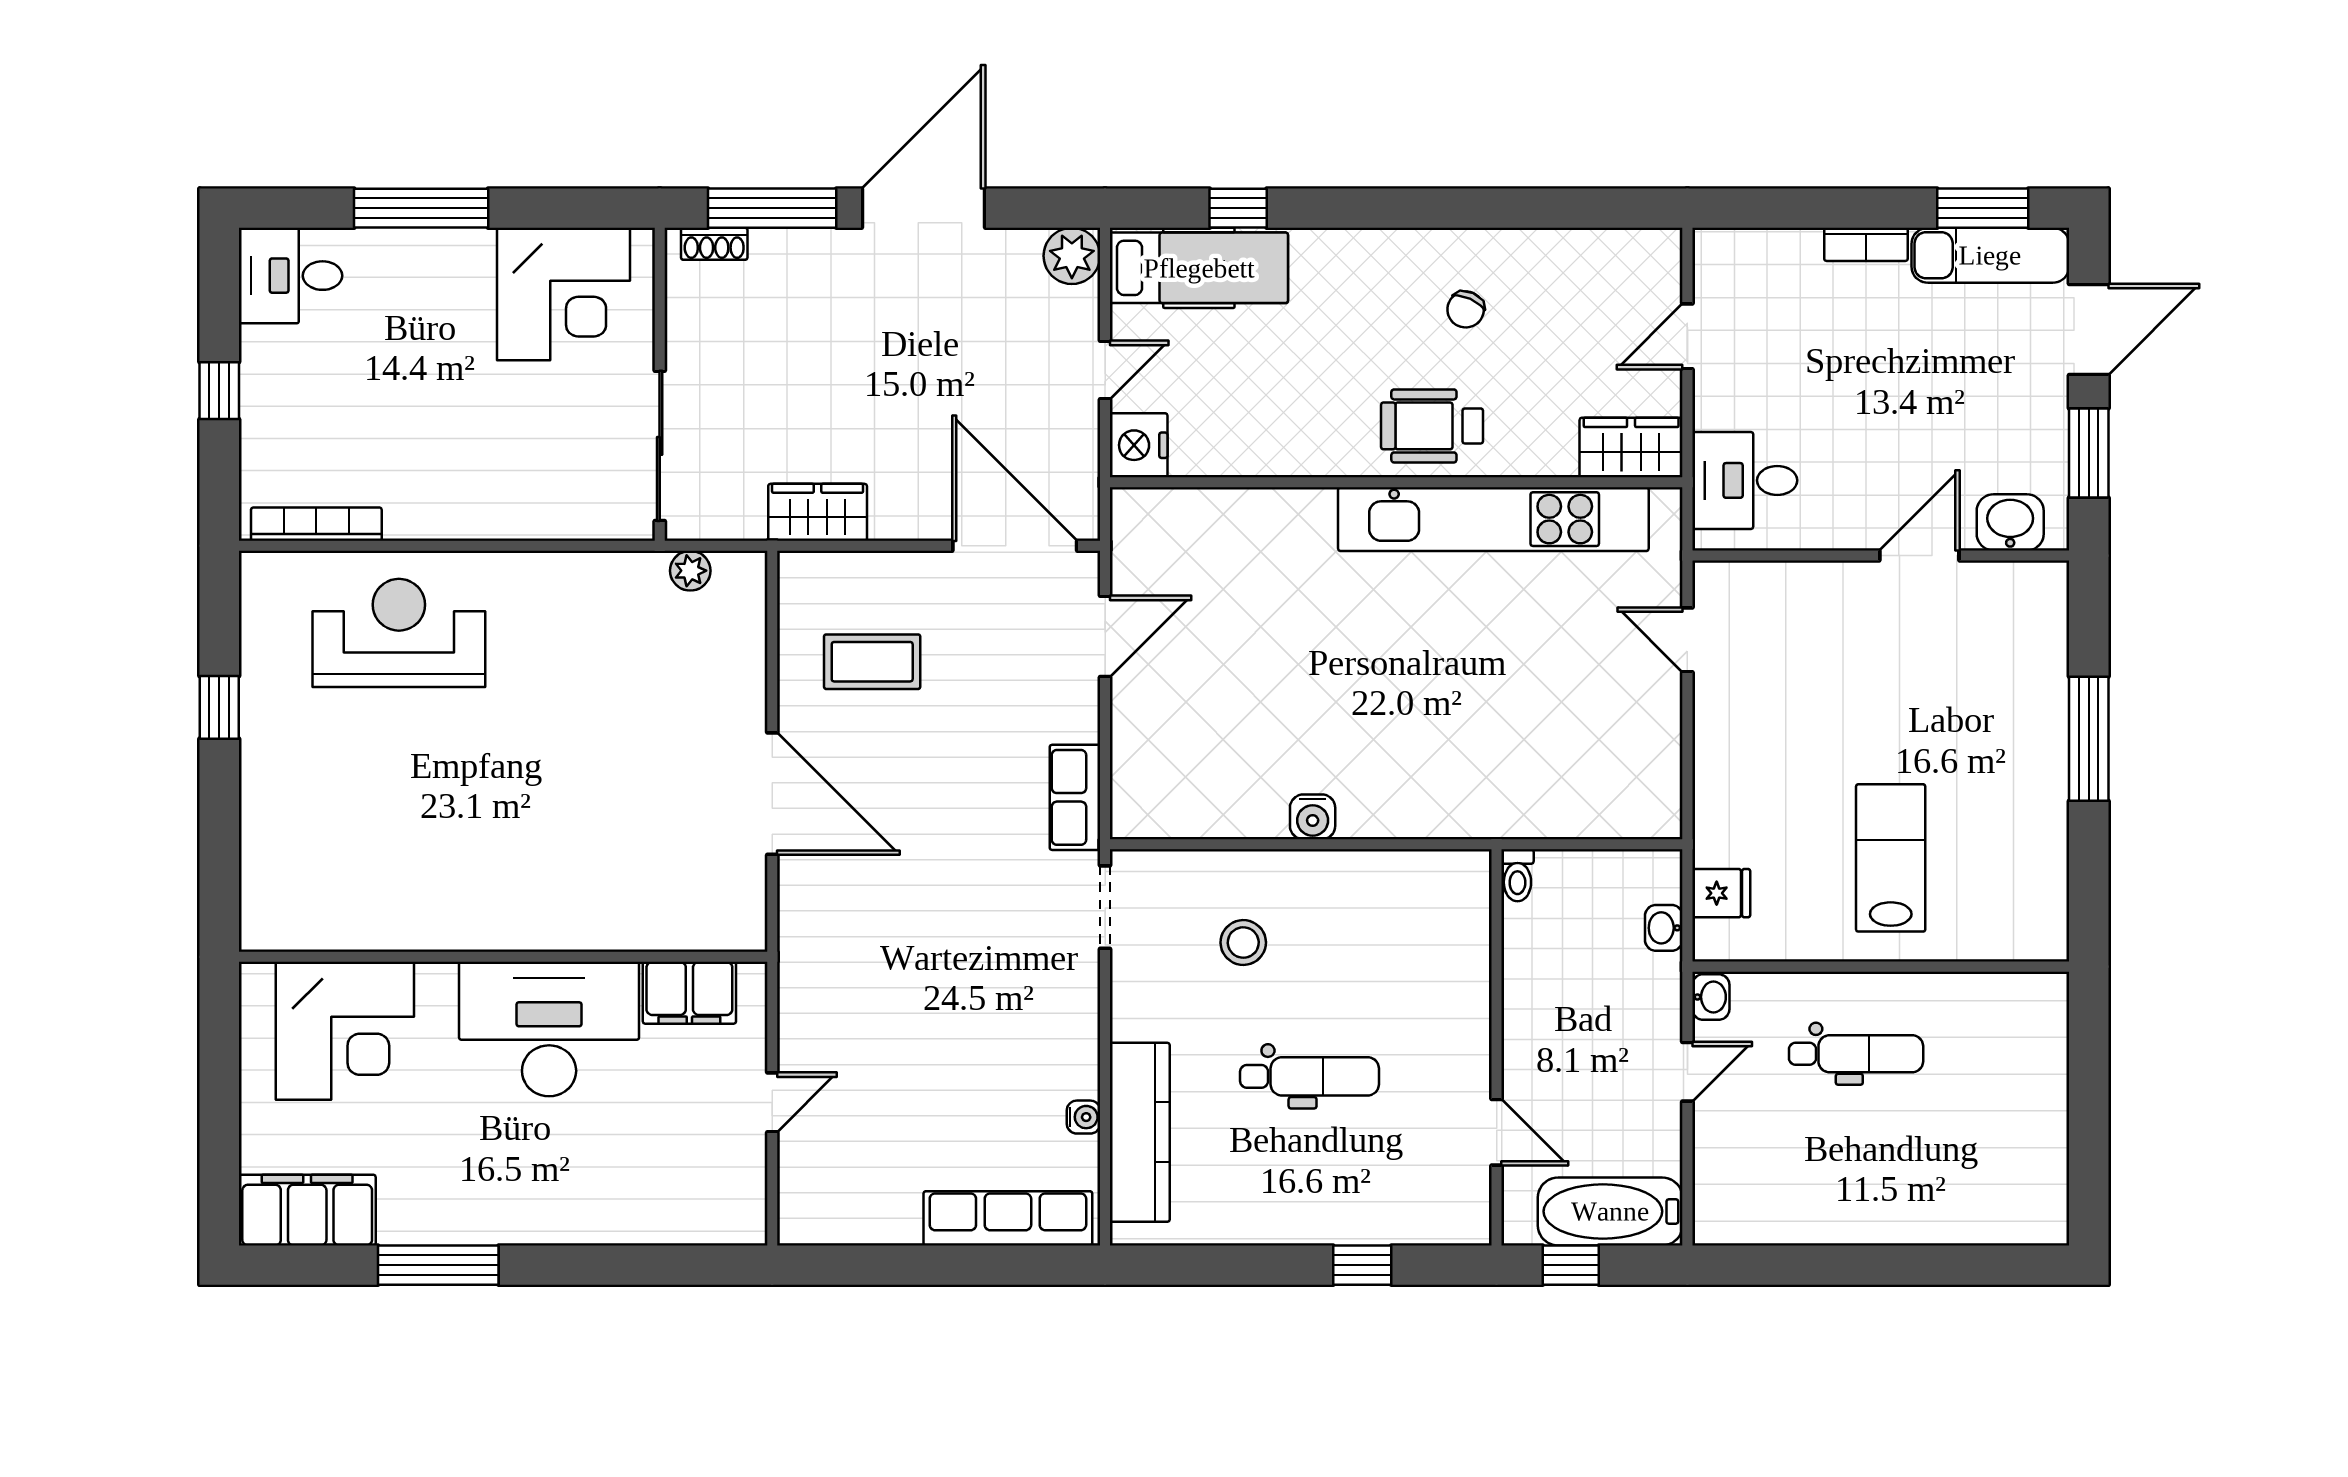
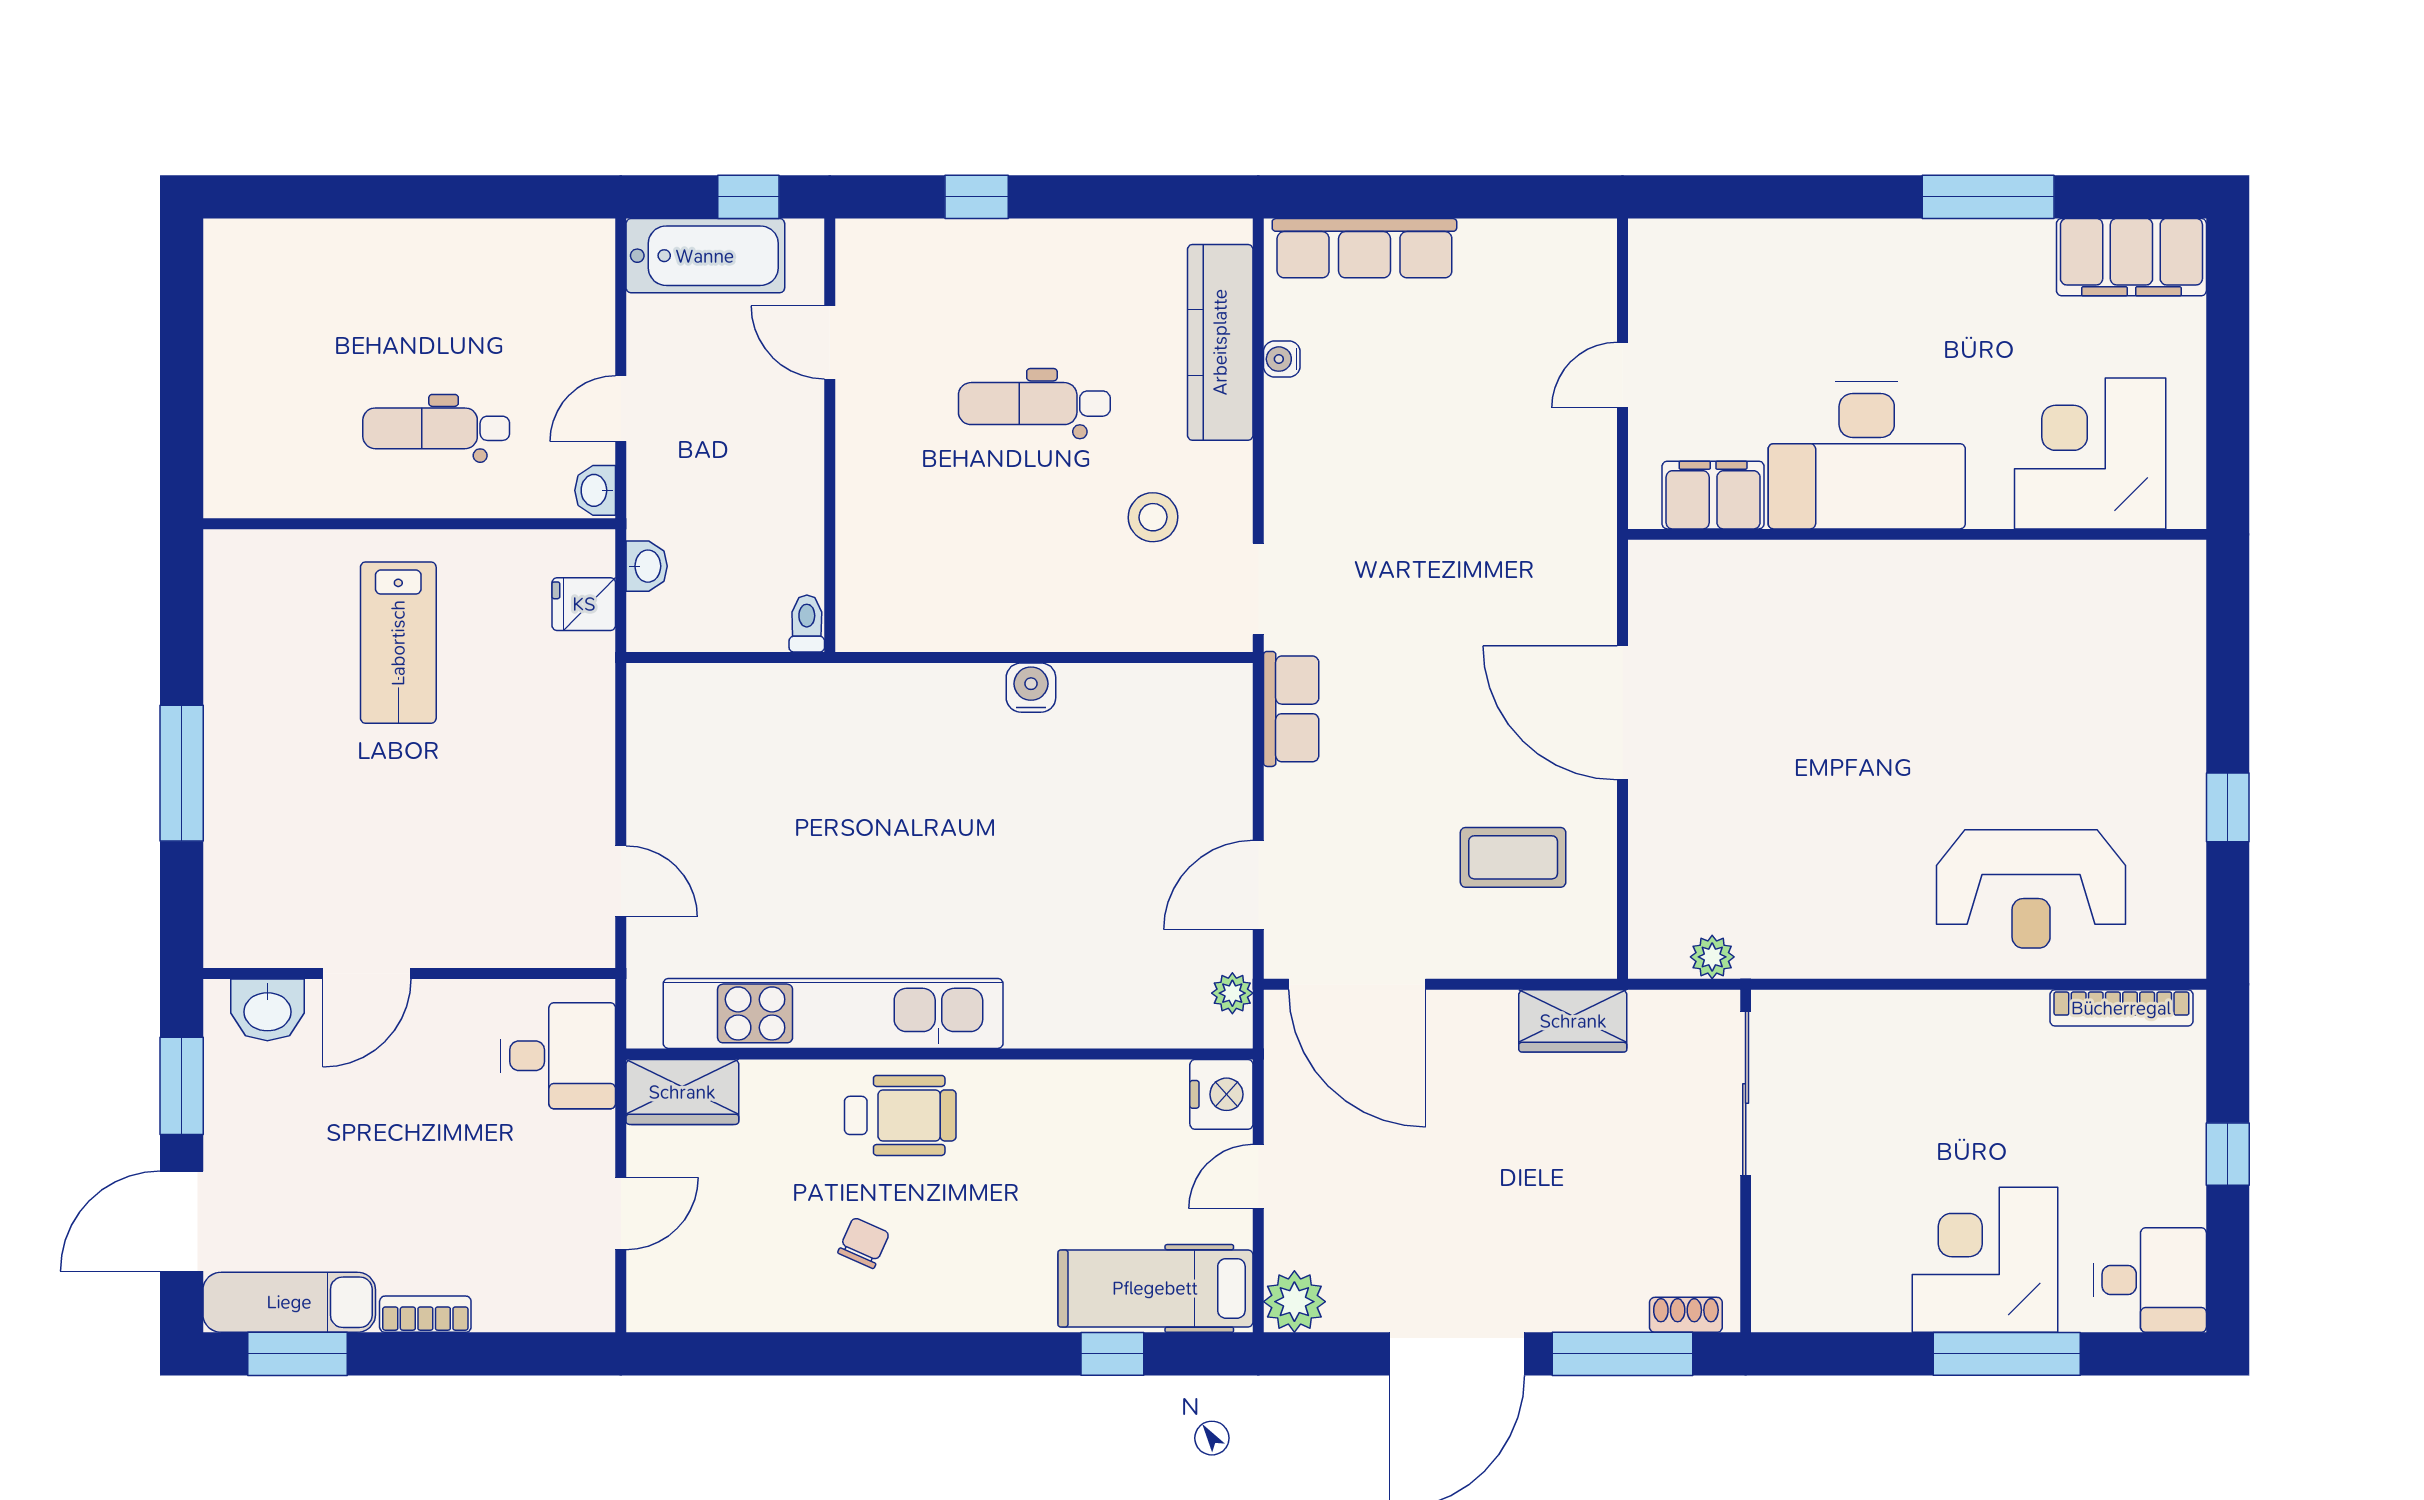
corner desk: (563, 294) -> (1985, 1260), moved
plant: (1129, 538) -> (1232, 993), added
stool: (1243, 943) -> (1153, 517), moved

